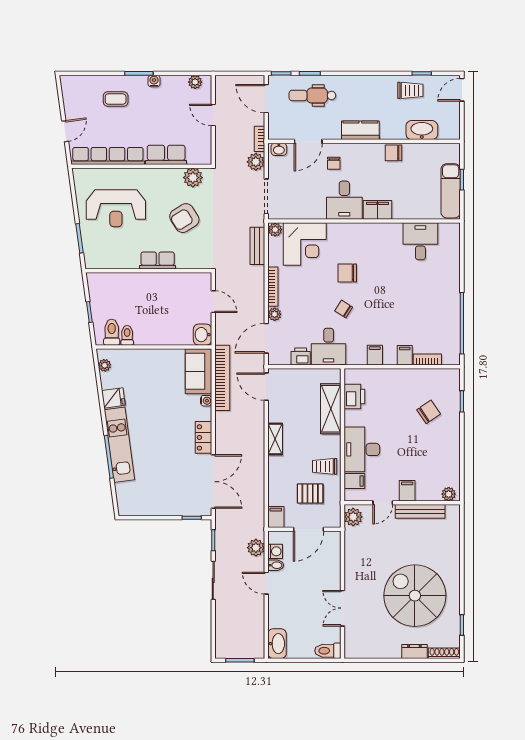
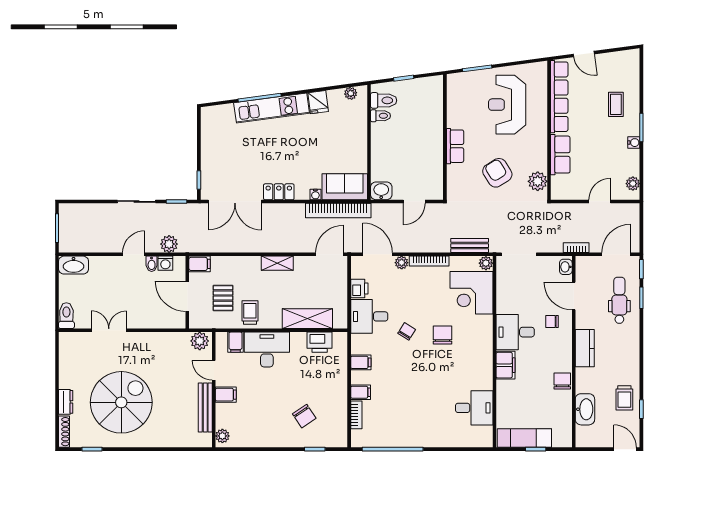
plant: (256, 162) -> (553, 244), removed

